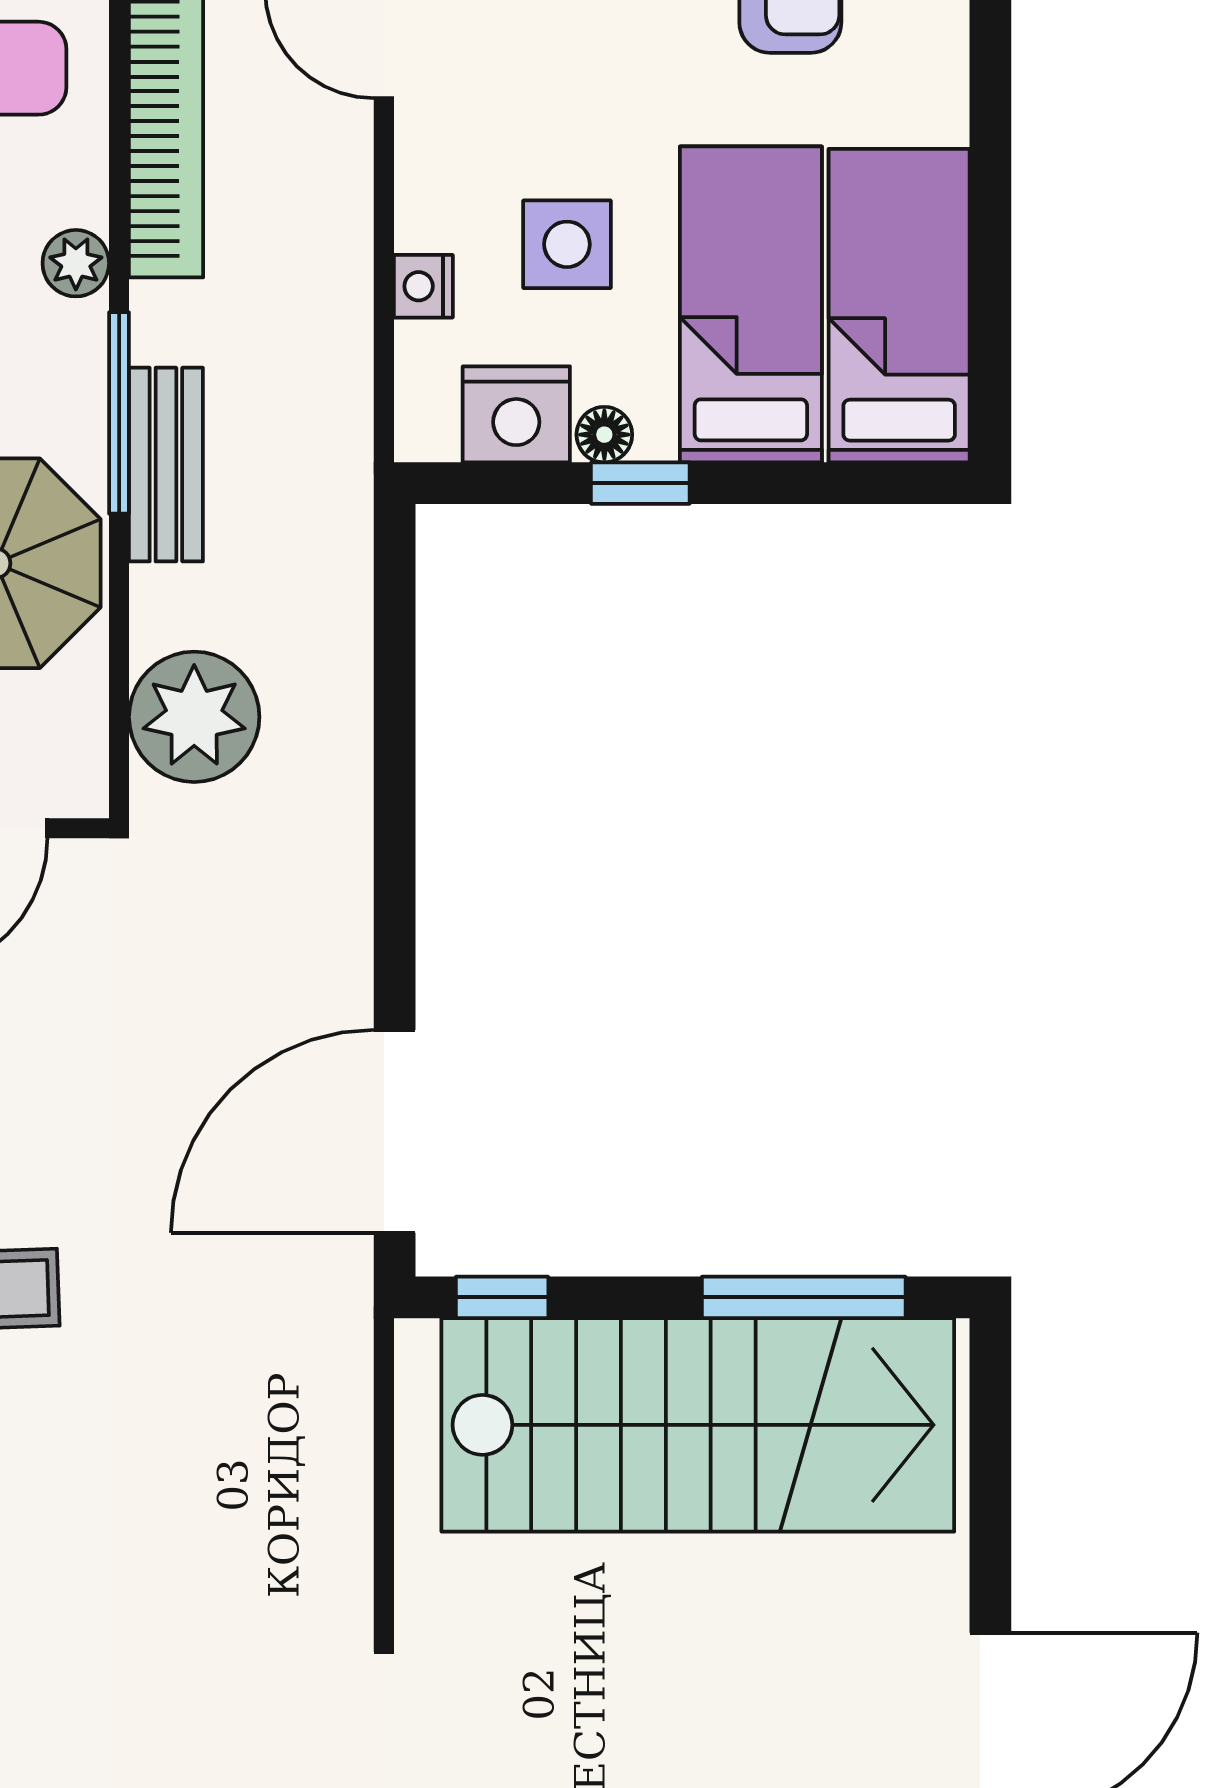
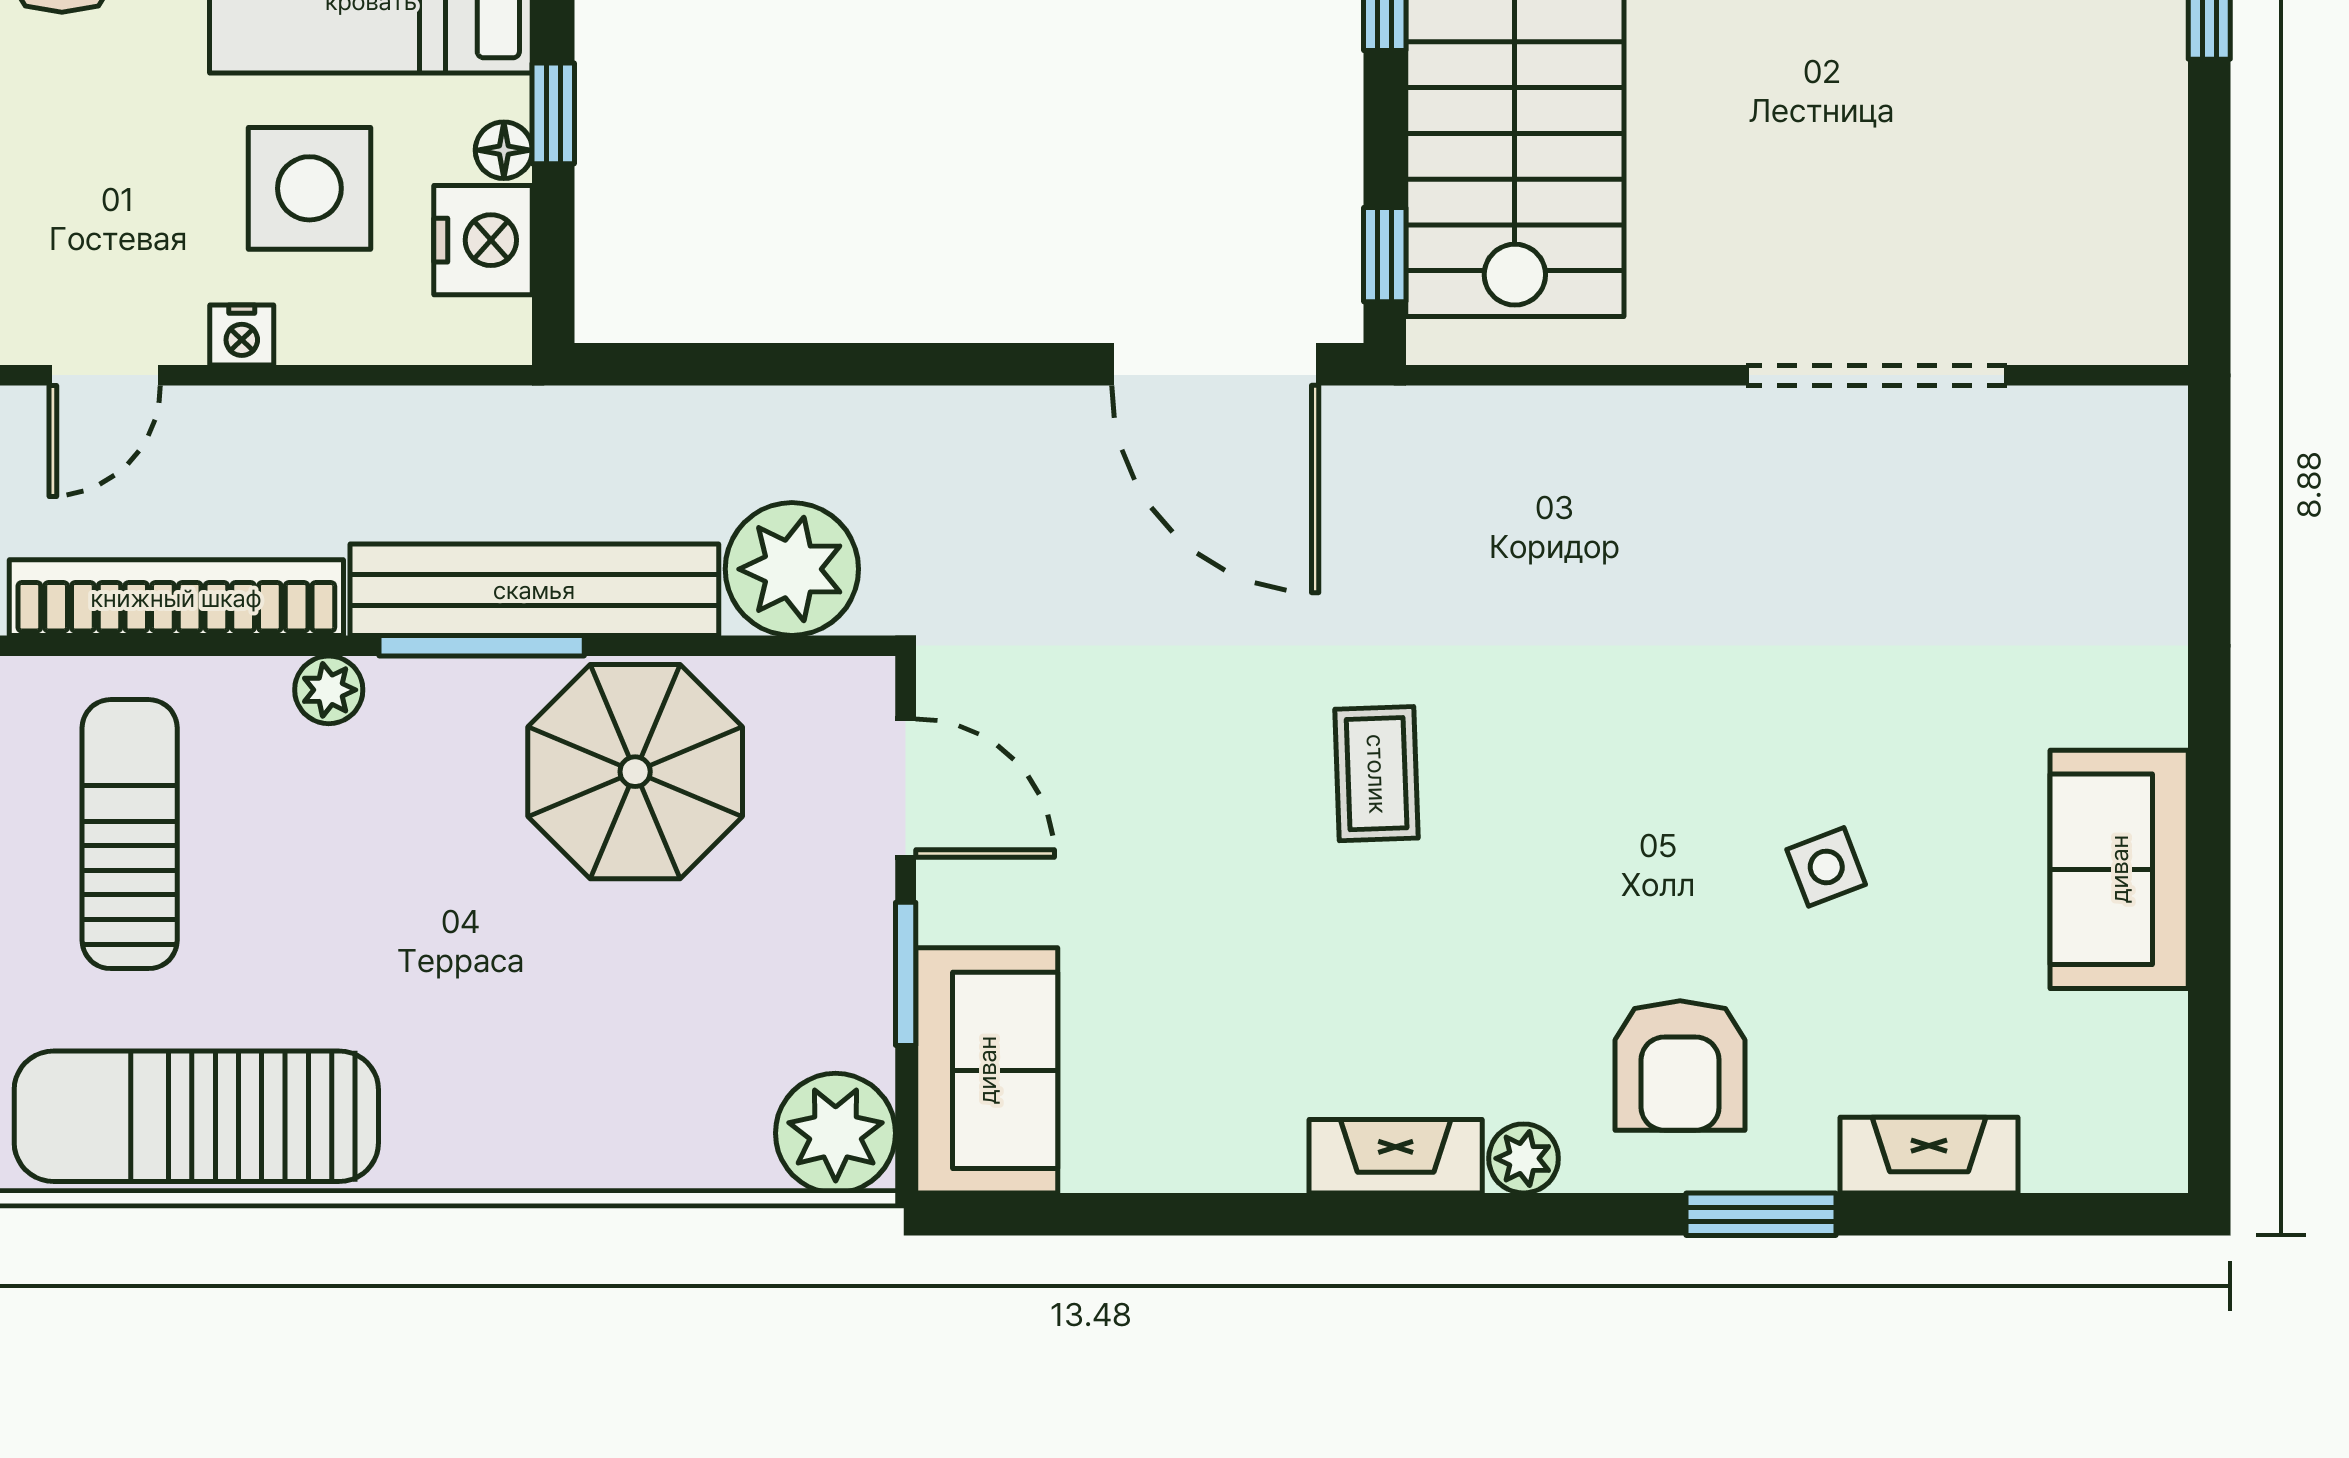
side table: (567, 244) -> (309, 188), width x1.37, depth x1.37
nightstand: (423, 286) -> (242, 335), moved
bench: (166, 465) -> (534, 590), width x1.86, depth x1.21

